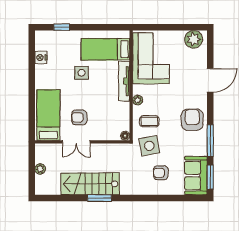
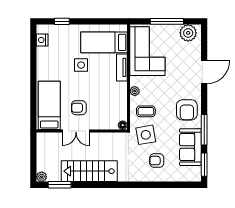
window: (171, 27) -> (167, 21), added
nightstand: (41, 58) -> (42, 40), moved
tv unit: (124, 81) -> (122, 67), width x0.71
armchair: (192, 120) -> (187, 110), turned 180
plant: (40, 169) -> (42, 177), moved
sofa: (196, 176) -> (190, 147), moved
window: (99, 198) -> (60, 185), moved

